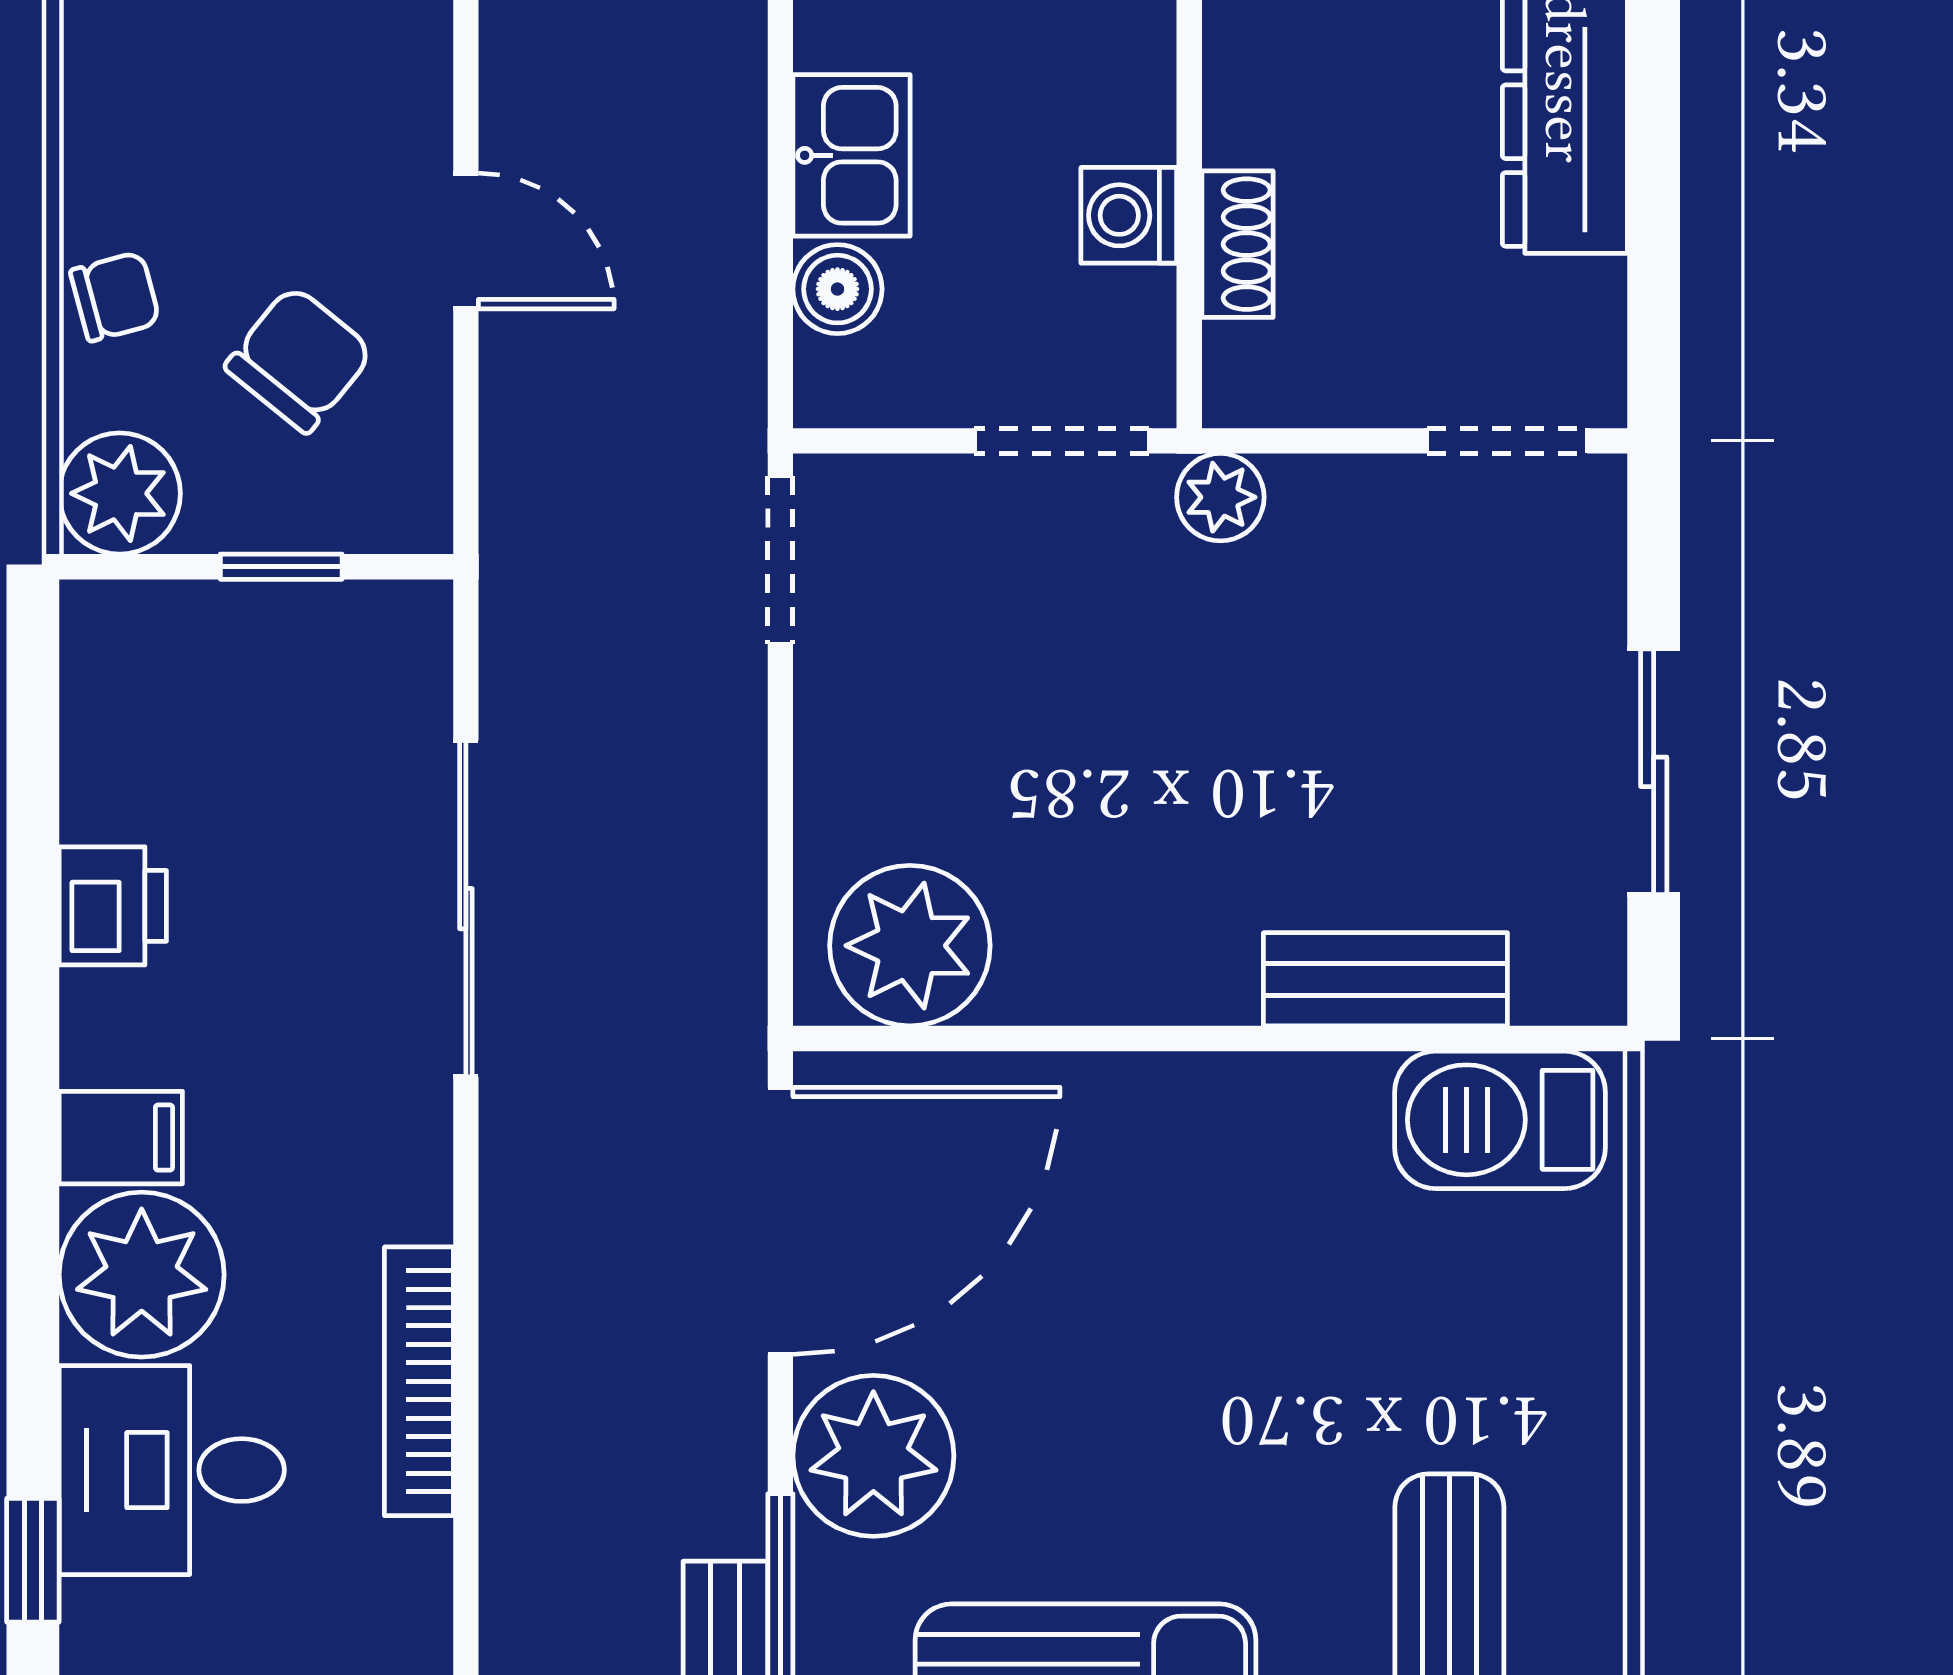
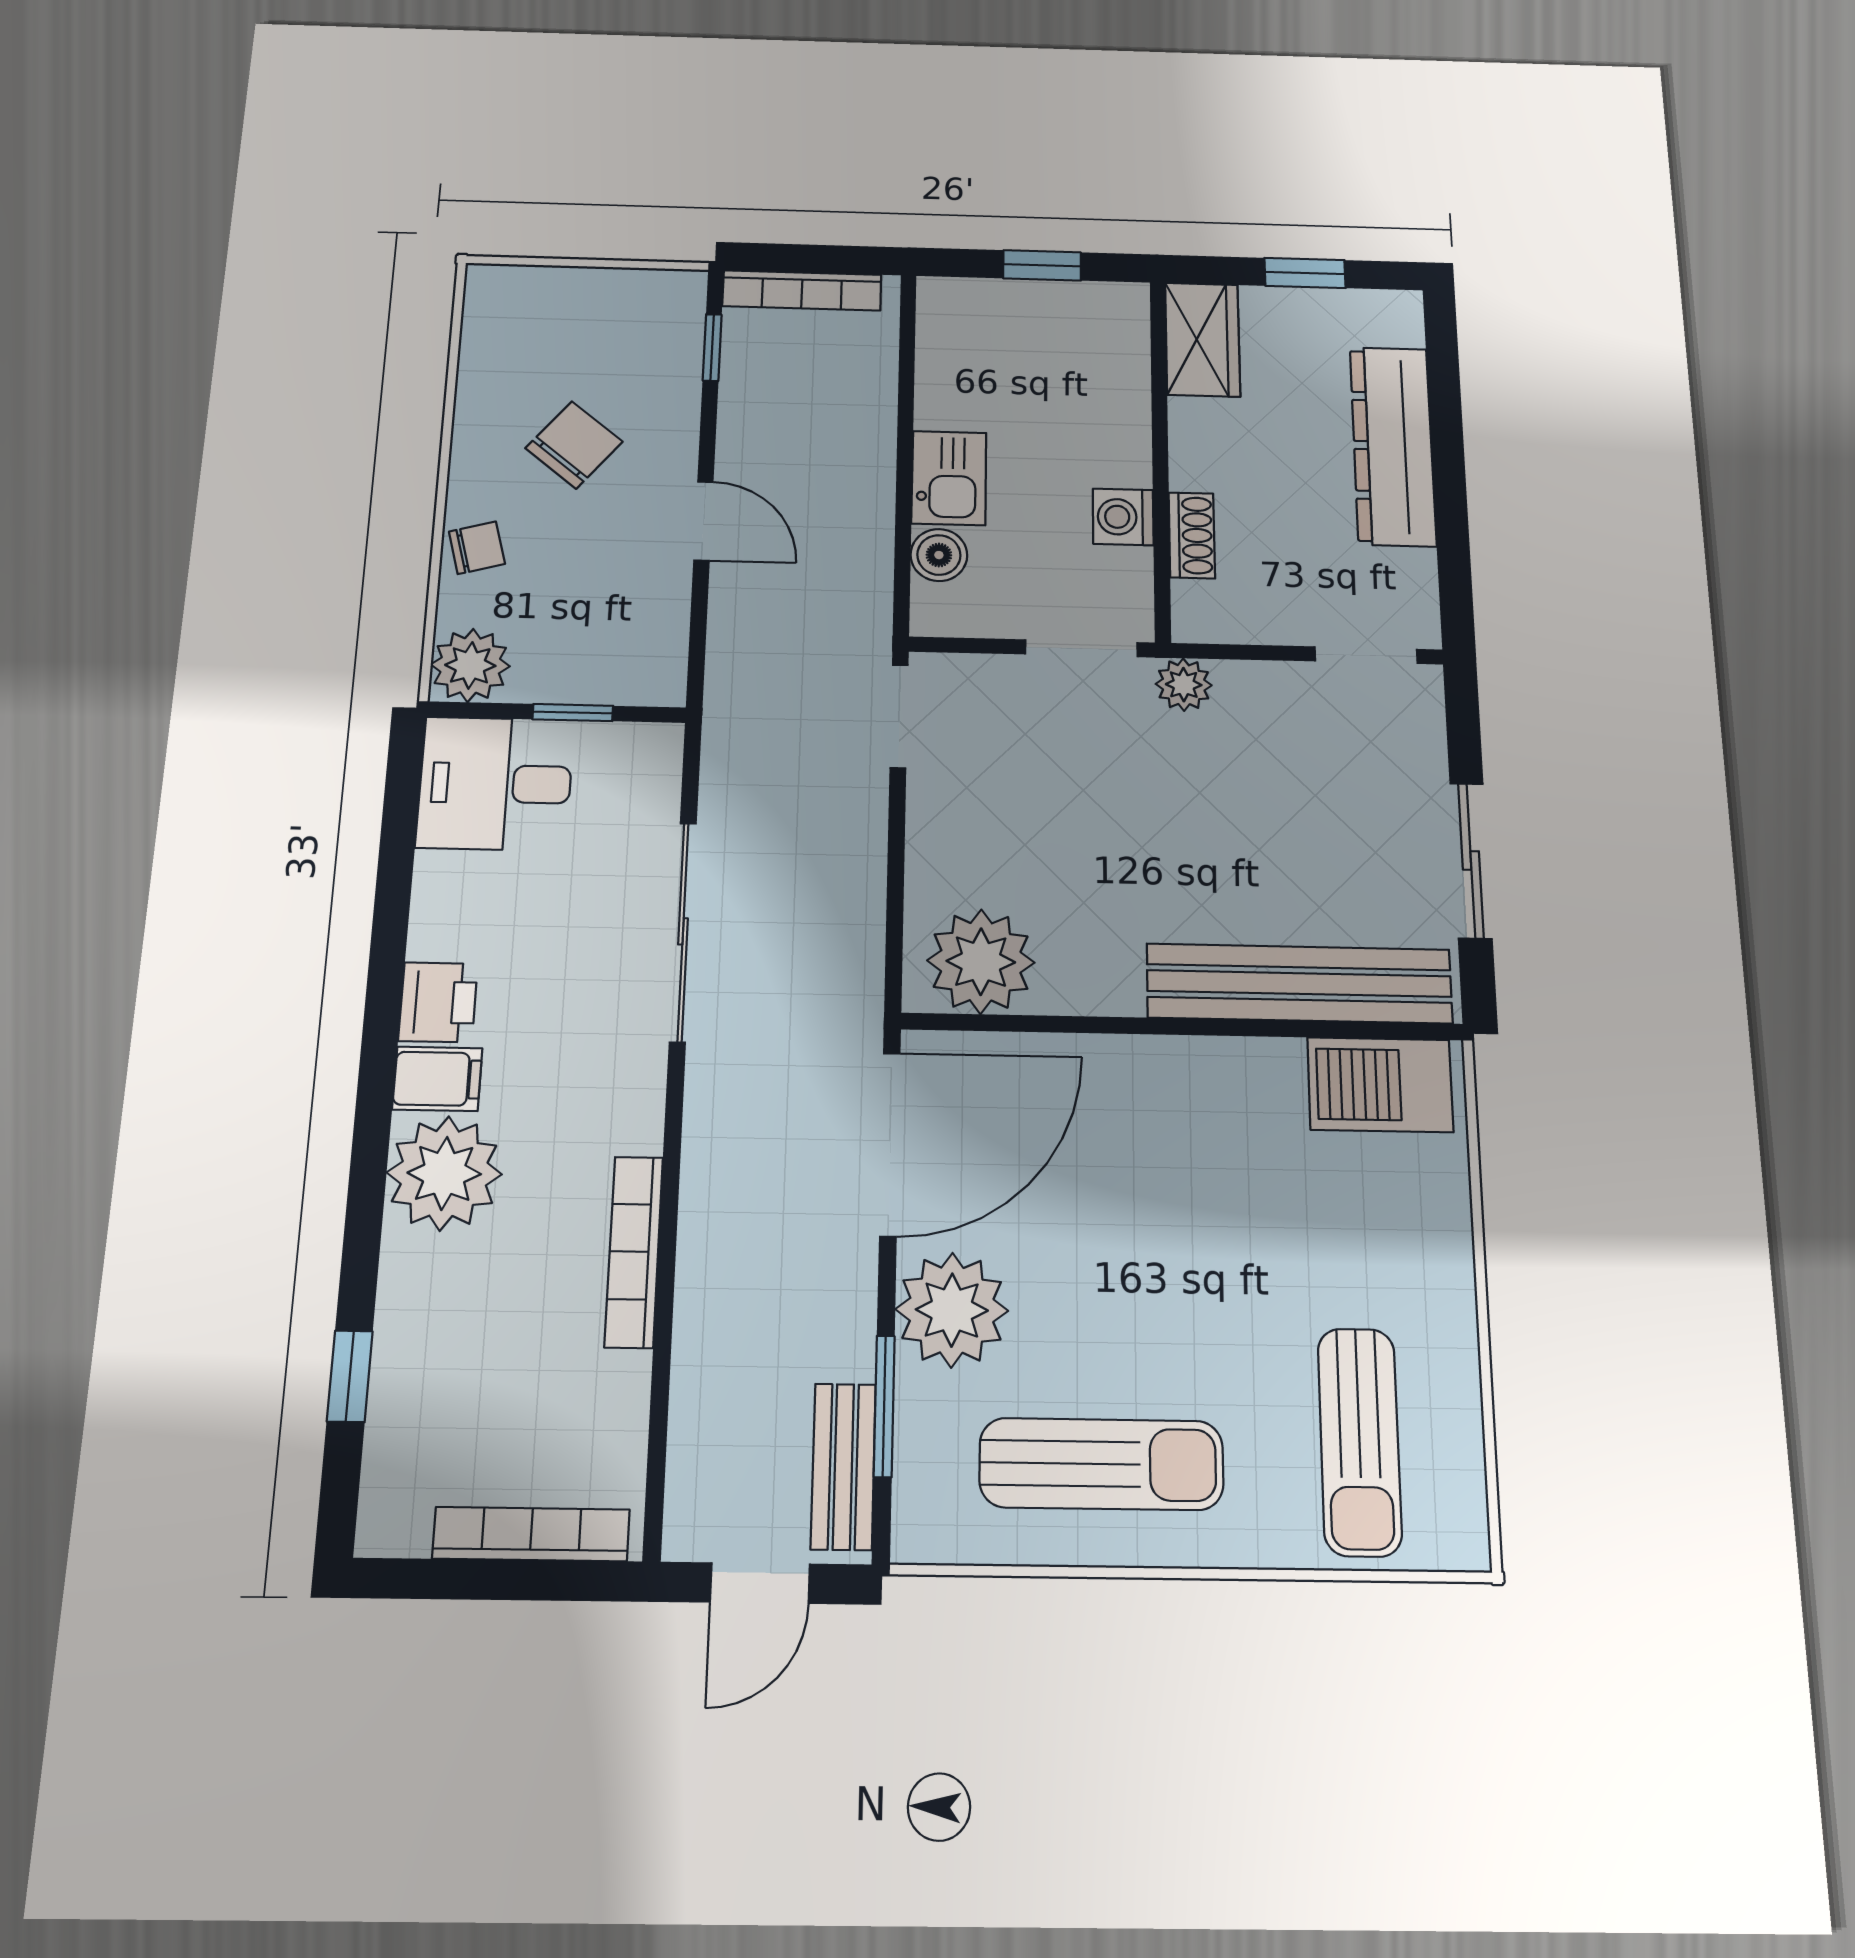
chair: (299, 359) -> (574, 445), moved
printer: (113, 906) -> (438, 1002), moved
bench: (1385, 979) -> (1299, 984), width x1.86, depth x1.21
desk: (172, 1470) -> (495, 784), moved

